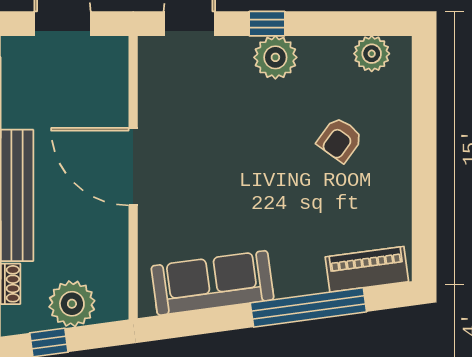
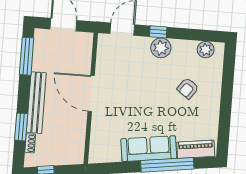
sofa: (212, 283) -> (149, 149), moved
plant: (72, 304) -> (58, 155), removed

